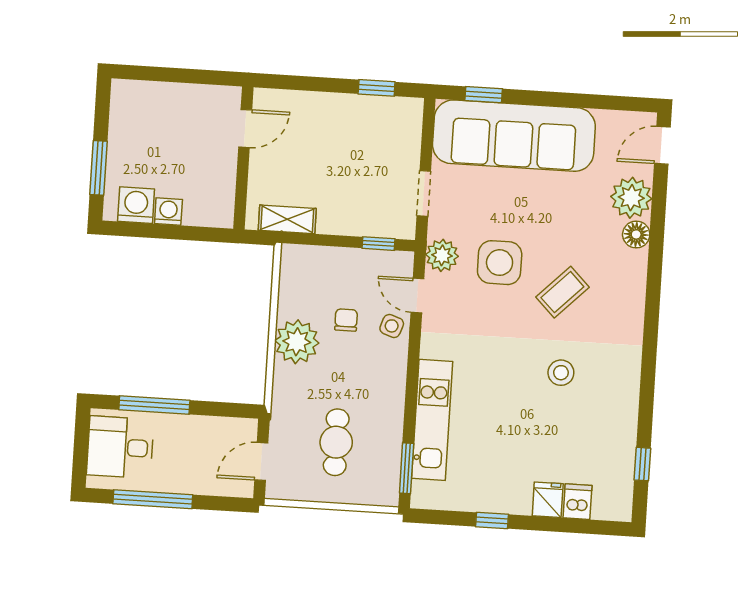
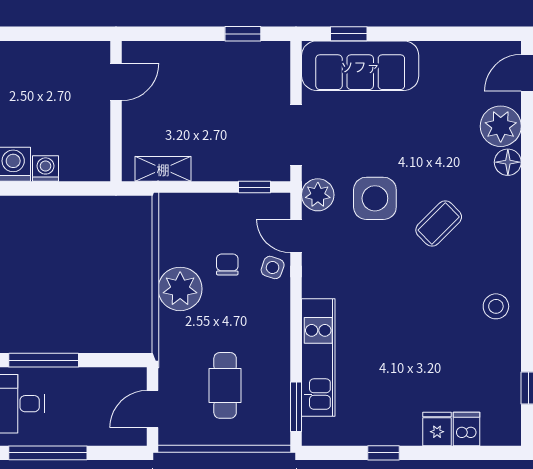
sofa: (514, 136) -> (360, 66), width x0.74, depth x0.79
doorway: (424, 193) -> (296, 135), width x1.38
stool: (561, 373) -> (496, 306), moved

